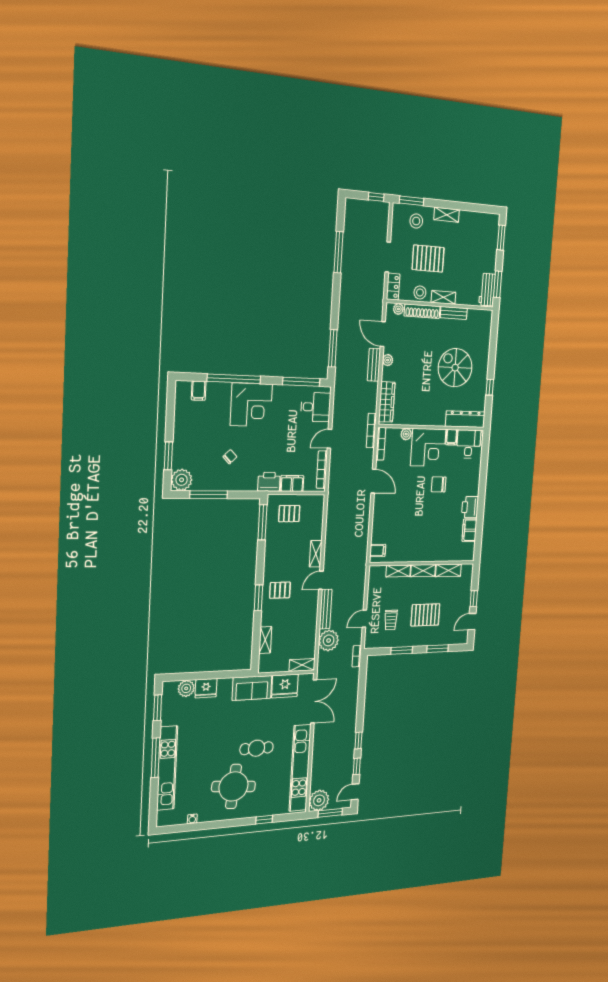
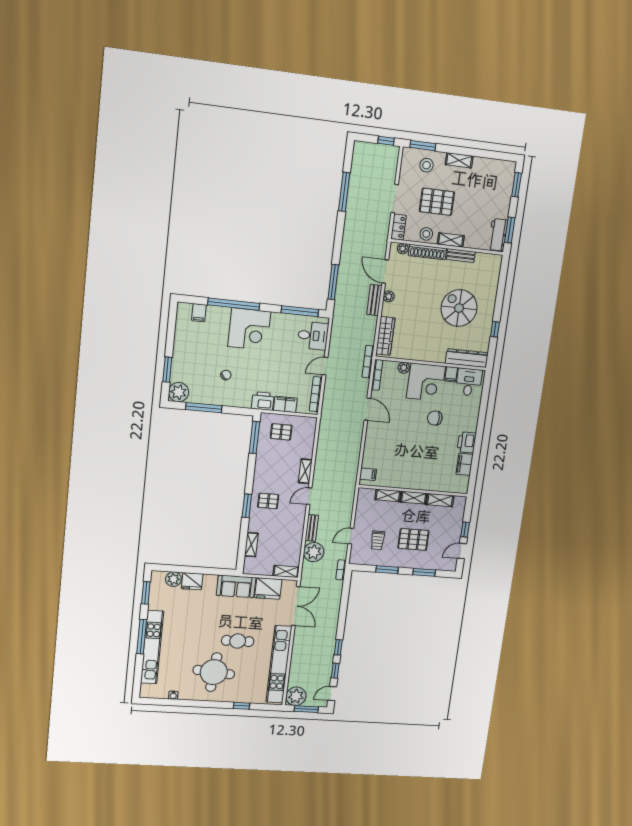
bench: (326, 609) -> (312, 528), width x0.73

